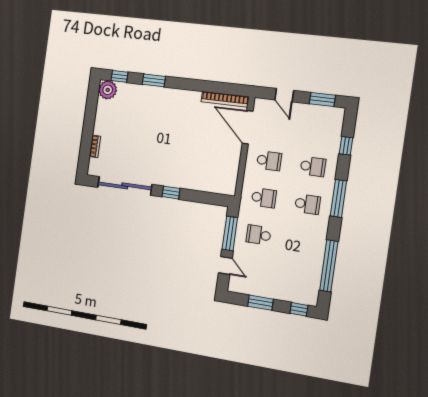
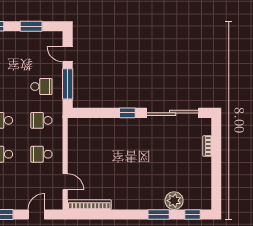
plant: (108, 90) -> (174, 201), moved
door: (284, 95) -> (36, 215), hinge flipped
door: (248, 127) -> (65, 182), width x0.53

